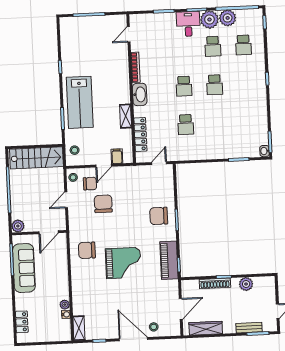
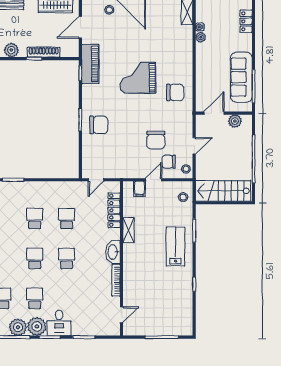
lab bench: (80, 102) -> (175, 247), width x0.73, depth x0.72
school desk: (216, 123) -> (35, 219), added
plant: (18, 226) -> (235, 121), moved
piano: (169, 260) -> (90, 64), moved

